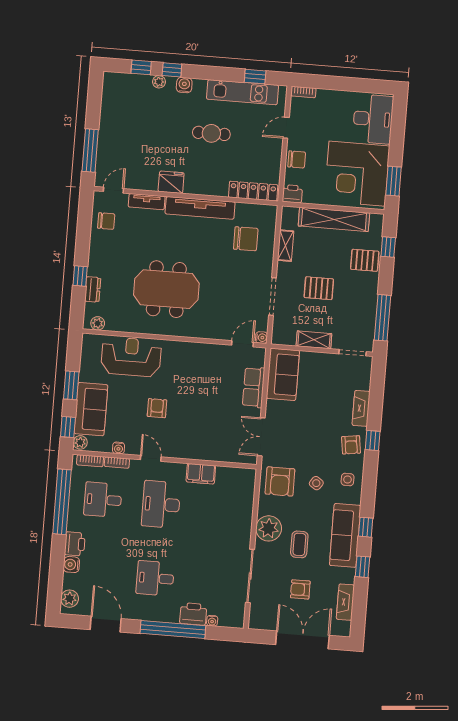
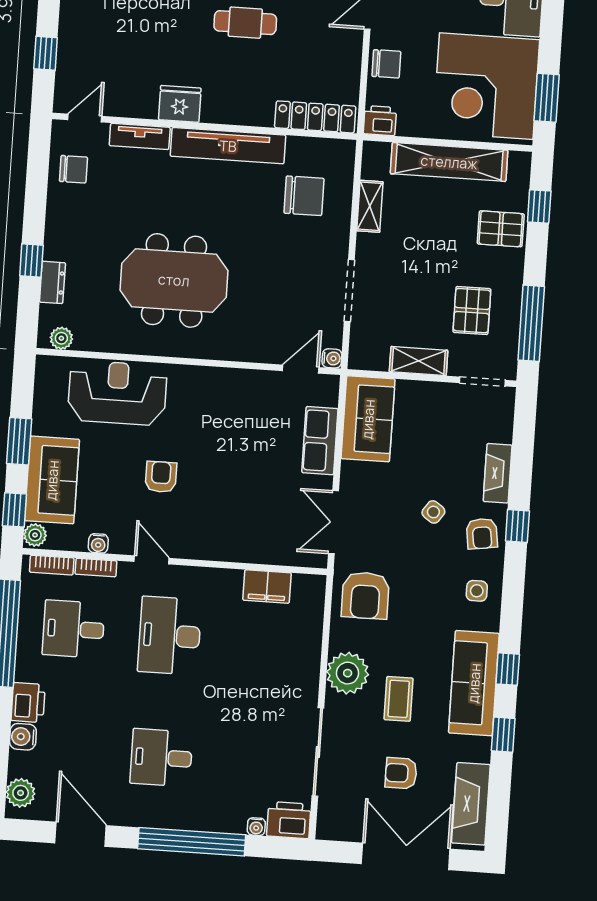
window: (90, 151) -> (46, 53), width x0.46
pallet: (319, 288) -> (472, 311), moved, turned 90
filing cabinet: (201, 474) -> (267, 587), moved
side table: (316, 483) -> (433, 512), moved
fireplace: (345, 602) -> (471, 804), width x1.37, depth x1.32
printer: (193, 614) -> (289, 820), moved

